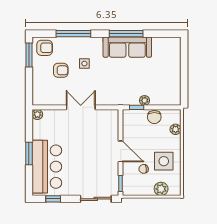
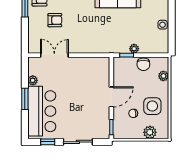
side table: (84, 64) -> (163, 25), moved
double door: (81, 107) -> (54, 55), moved
plant: (37, 114) -> (33, 80), moved
door: (121, 151) -> (111, 97), hinge flipped
sliding door: (96, 199) -> (78, 142), moved

